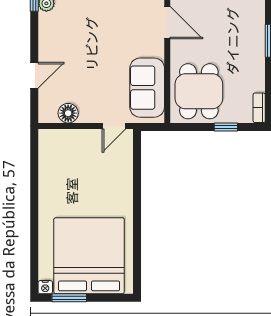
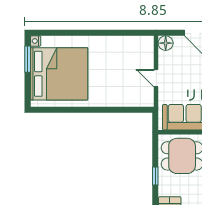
floor lamp: (68, 113) -> (166, 43), moved
door: (114, 126) -> (156, 78), moved

